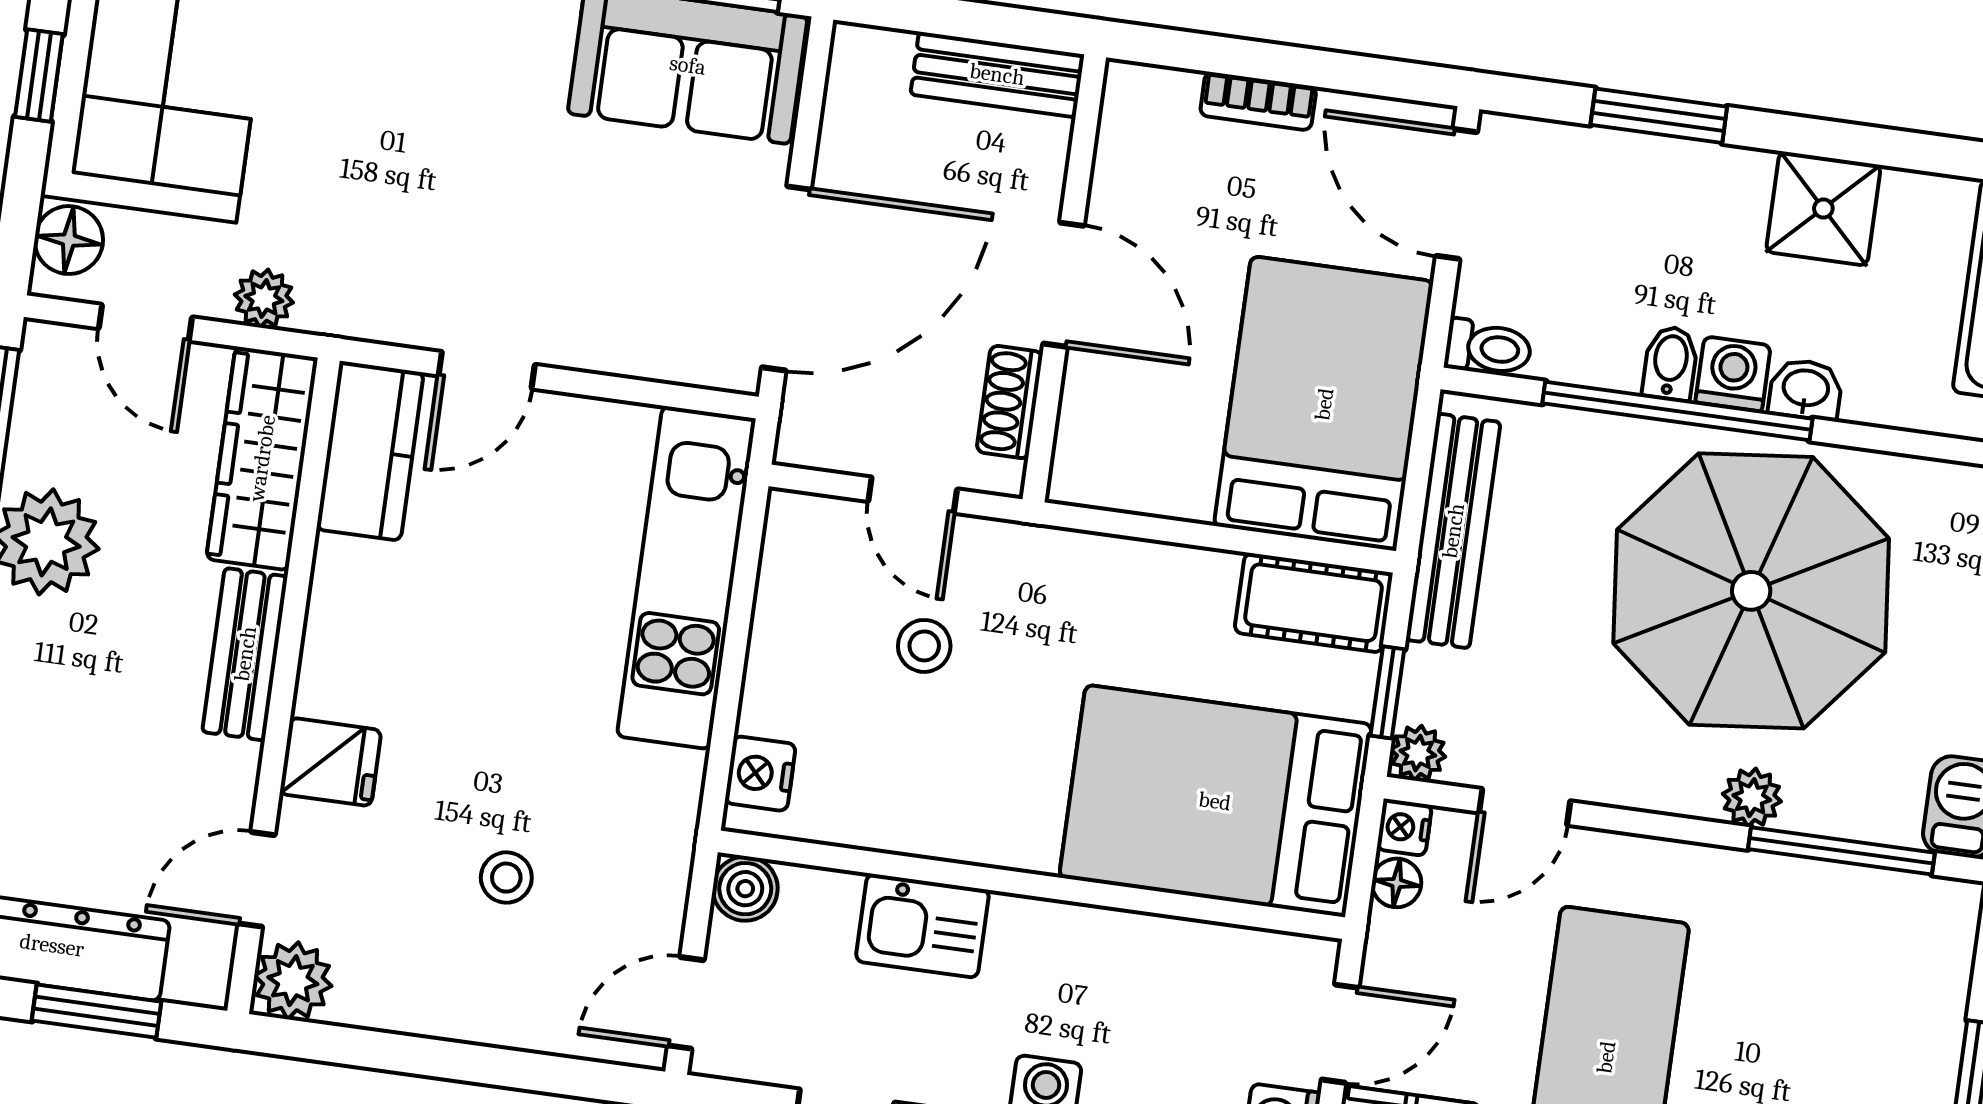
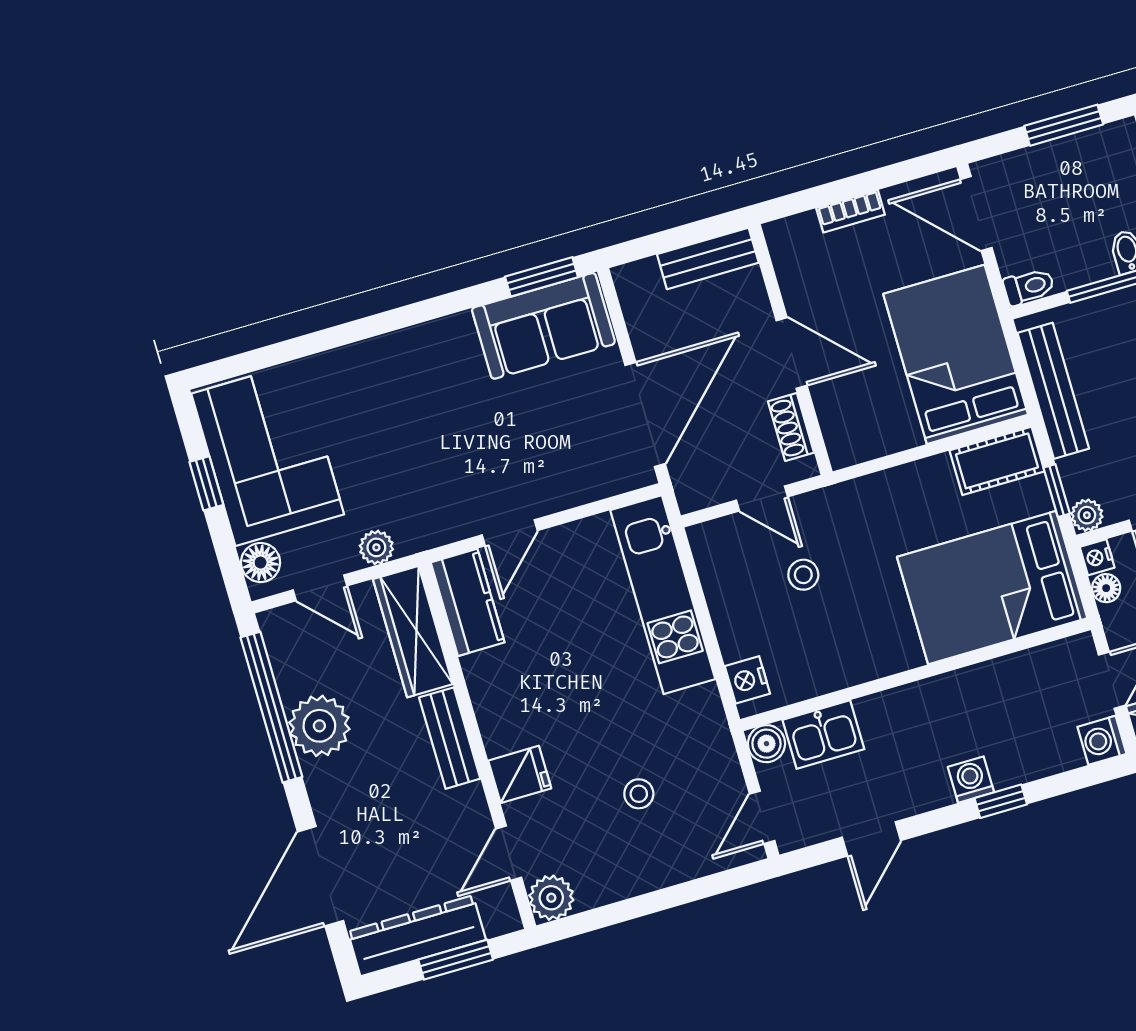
kitchen sink: (922, 926) -> (823, 734), moved

